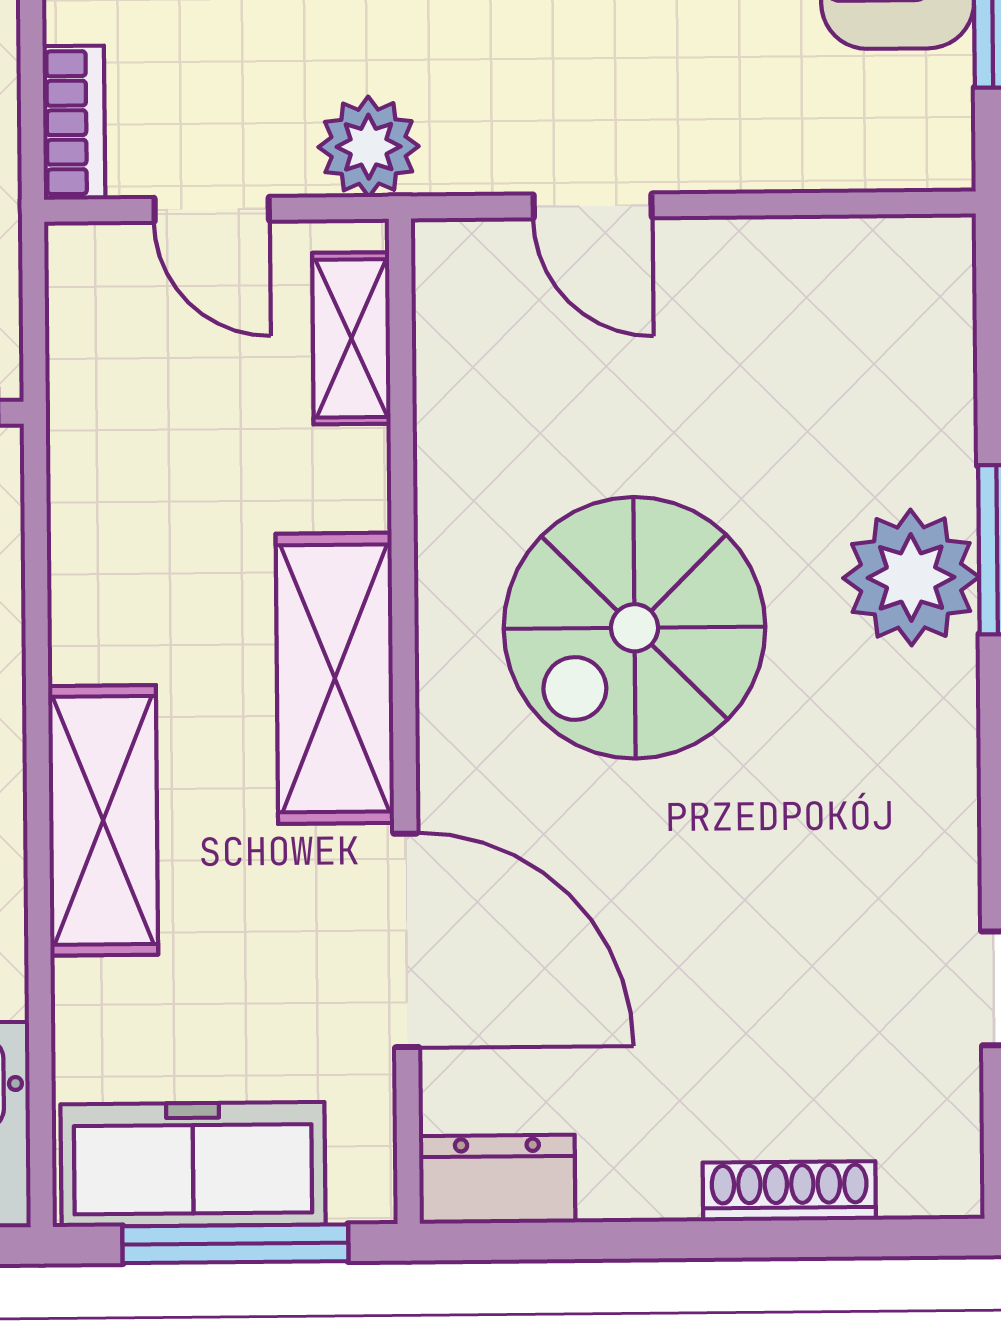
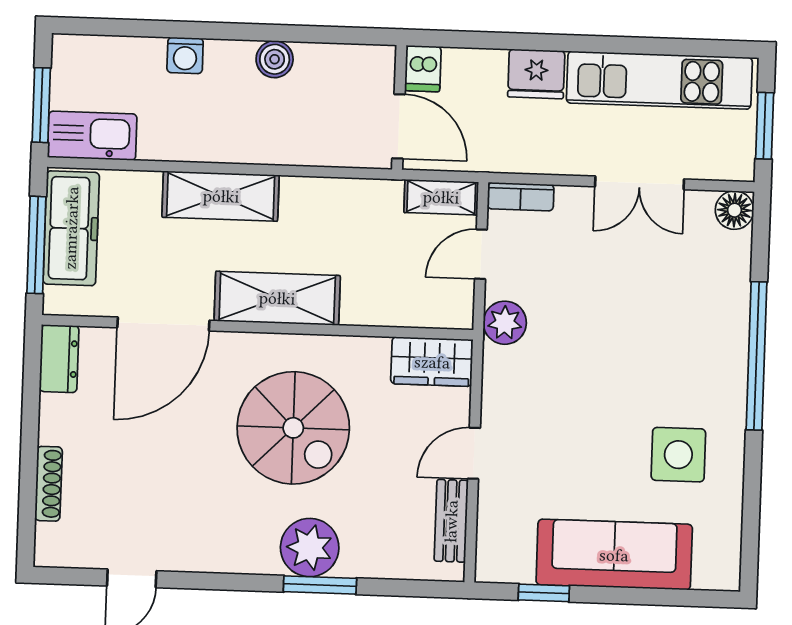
door: (593, 206) -> (474, 453), moved
bench: (834, 251) -> (451, 521), added
wardrobe: (466, 312) -> (432, 362), added
shelving: (351, 338) -> (441, 197), moved
spiral stairs: (635, 628) -> (293, 428), turned 180

